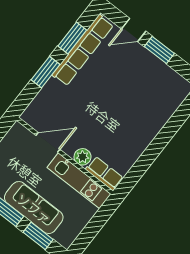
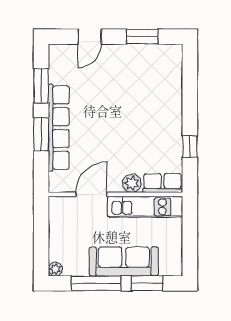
row of seats: (83, 50) -> (59, 128), moved
window: (159, 50) -> (142, 37), moved
window: (144, 163) -> (190, 147), added

